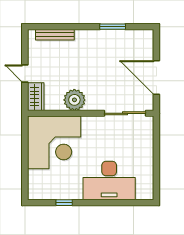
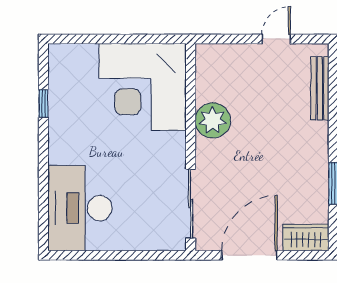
door: (25, 73) -> (276, 39), moved
wardrobe: (36, 97) -> (306, 237), moved, turned 180
desk: (109, 181) -> (80, 208), moved

